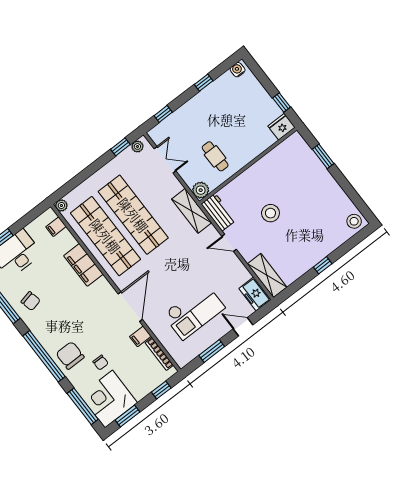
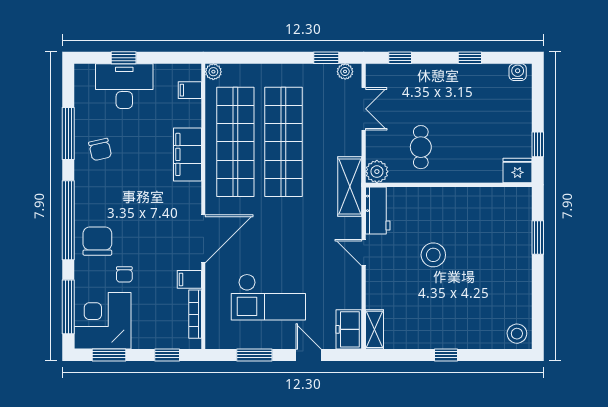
shelving: (267, 276) -> (374, 329), width x0.67, depth x0.75

